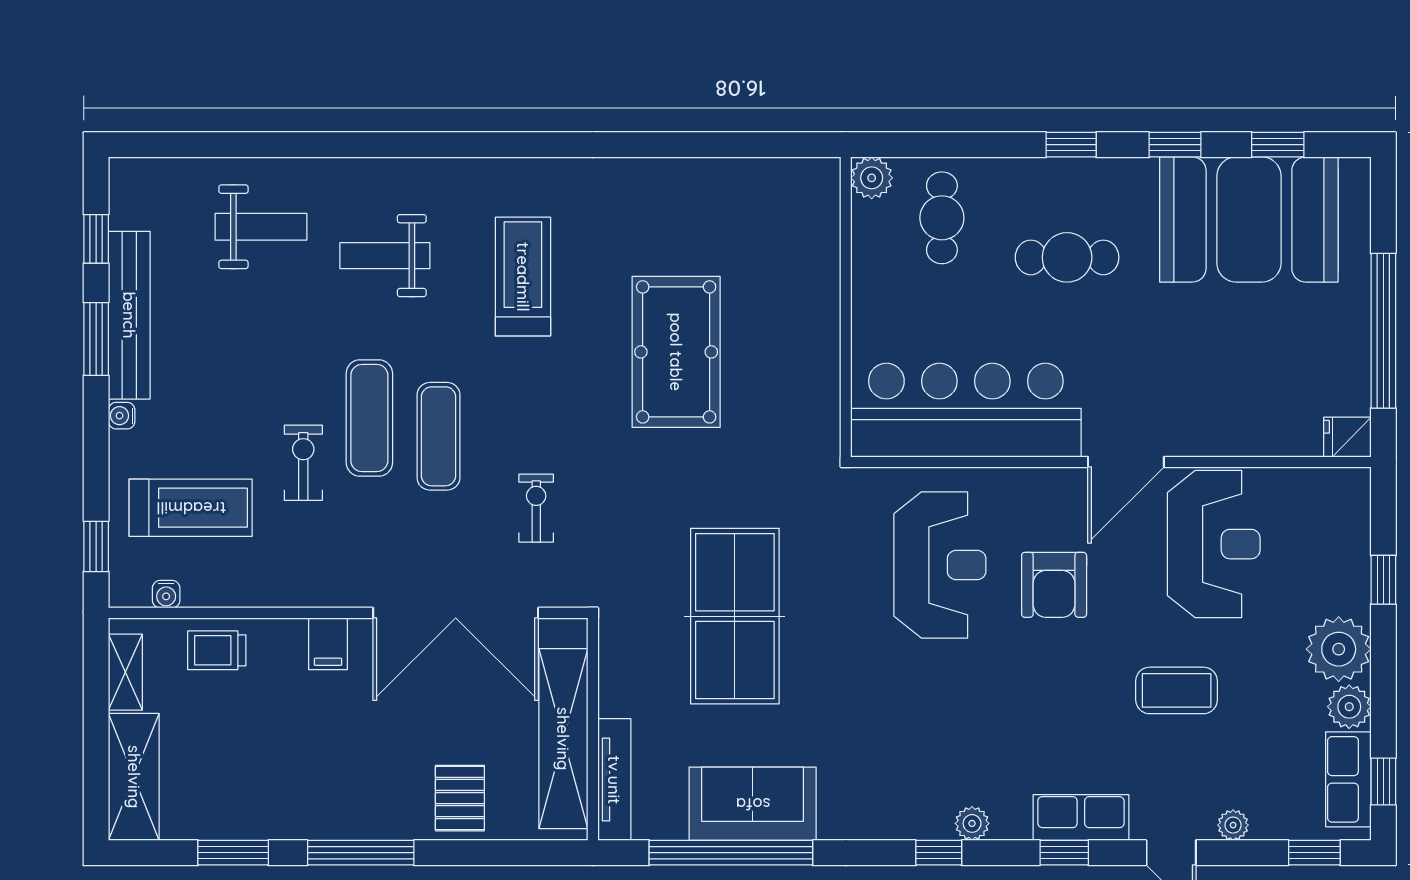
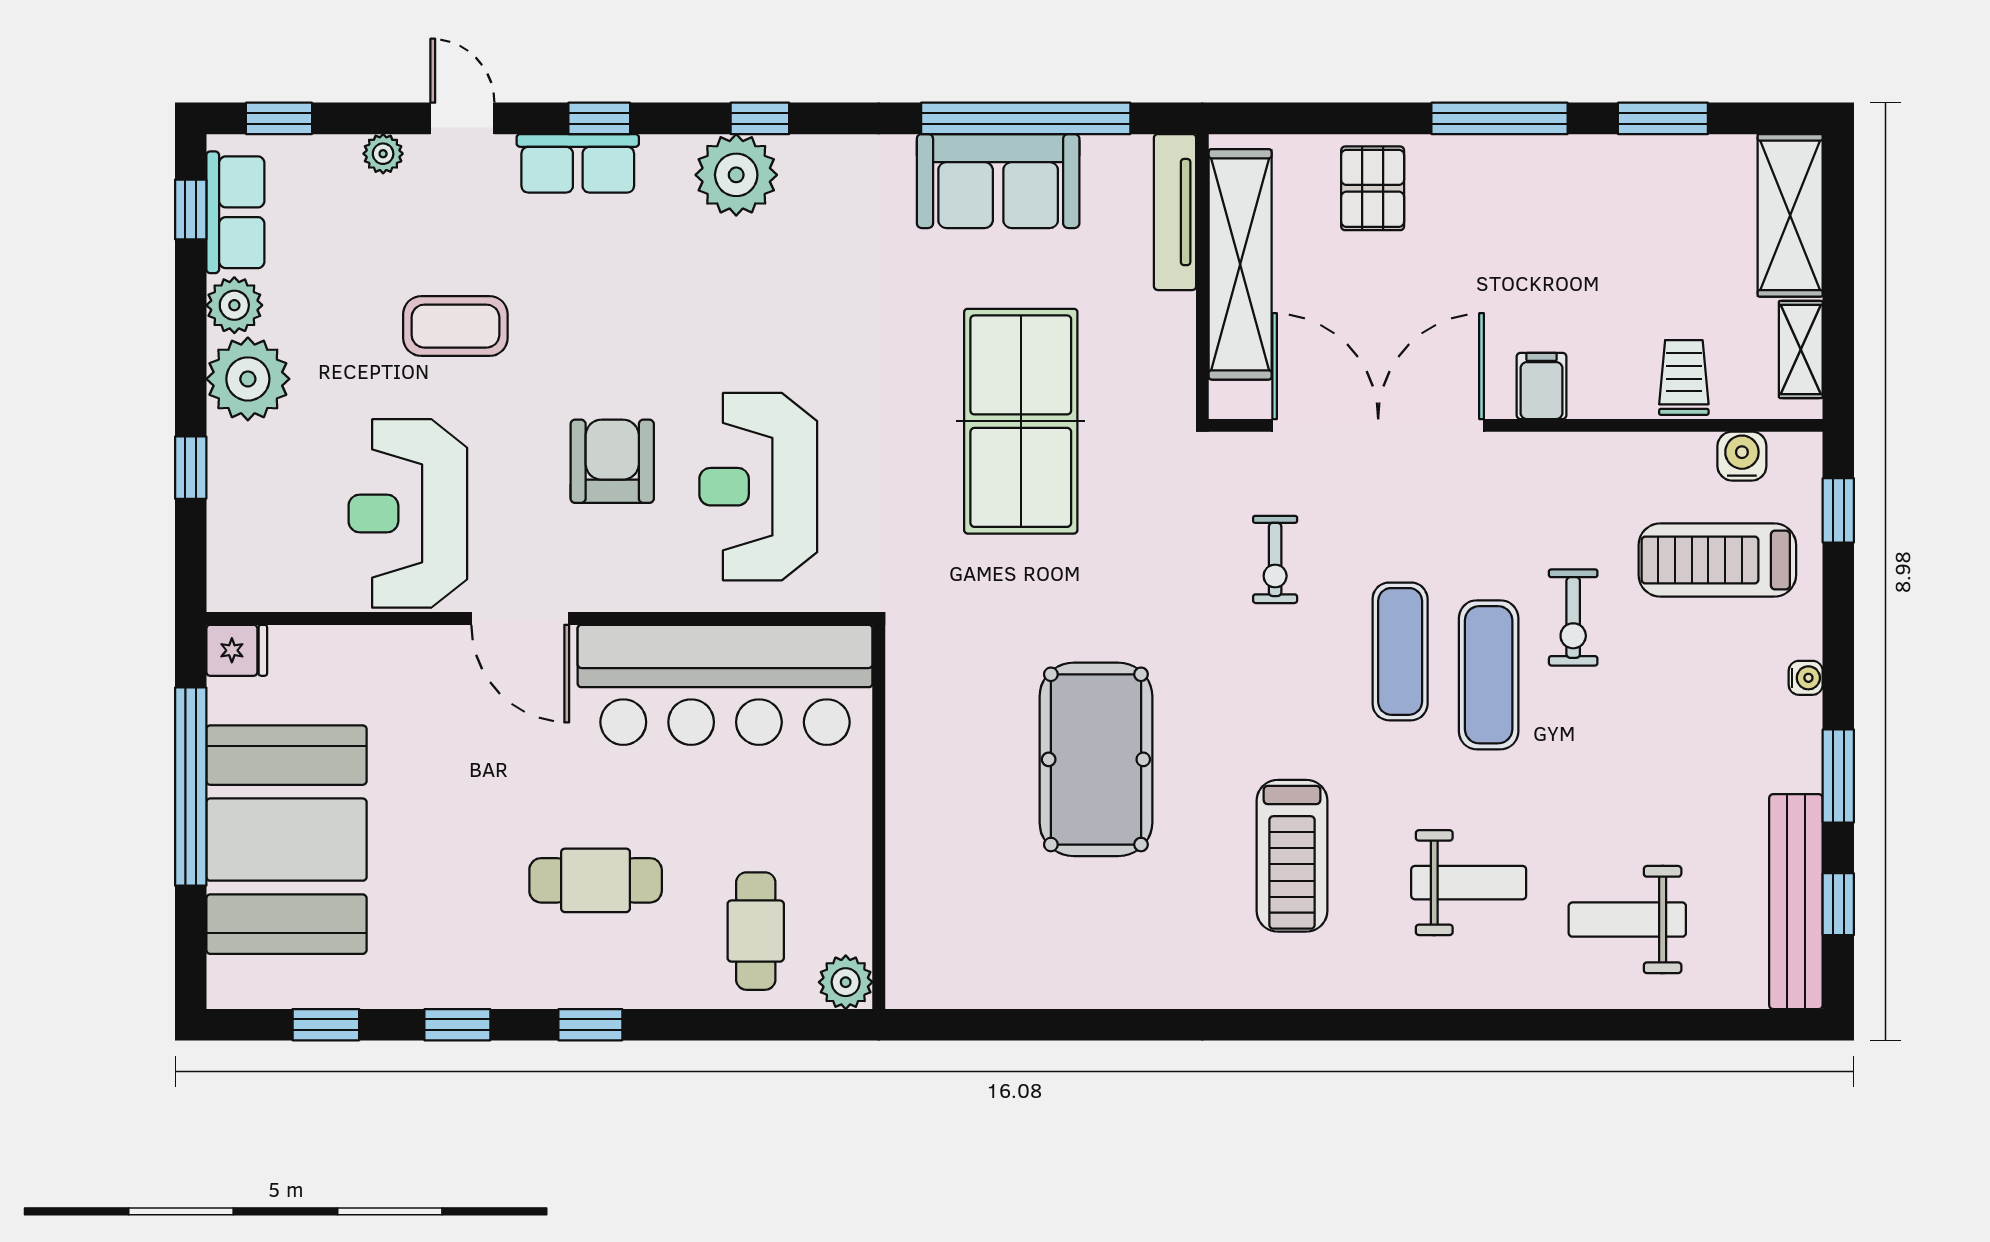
booth: (1249, 219) -> (286, 840), moved, turned 90
bench: (129, 315) -> (1796, 902), moved
door: (1126, 462) -> (520, 618), swing flipped
water cooler: (166, 594) -> (1742, 456), width x1.38, depth x1.38
trolley: (217, 650) -> (1684, 377), turned -90
plant: (972, 823) -> (736, 175), width x1.88, depth x1.88

